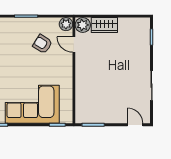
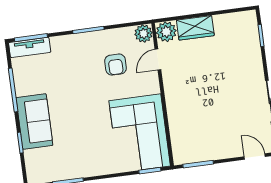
armchair: (43, 44) -> (116, 65), turned -122
door: (74, 44) -> (158, 60), hinge flipped
corner sofa: (32, 104) -> (140, 133), moved, turned -90

